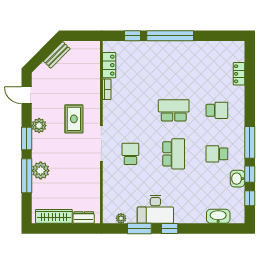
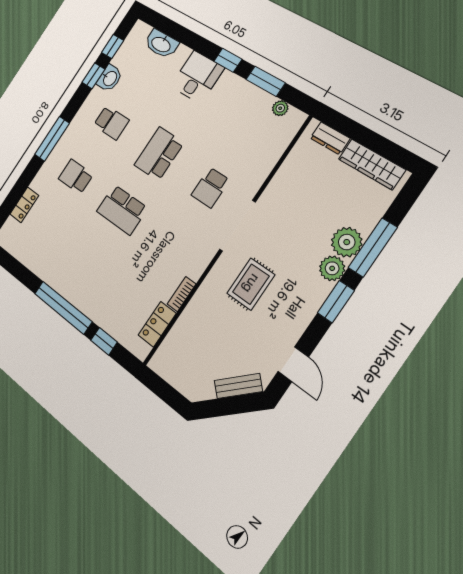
bench: (57, 55) -> (238, 386), moved
plant: (39, 126) -> (332, 268), moved
window: (250, 142) -> (52, 139), moved
desk: (155, 209) -> (197, 77), moved, width x0.73

